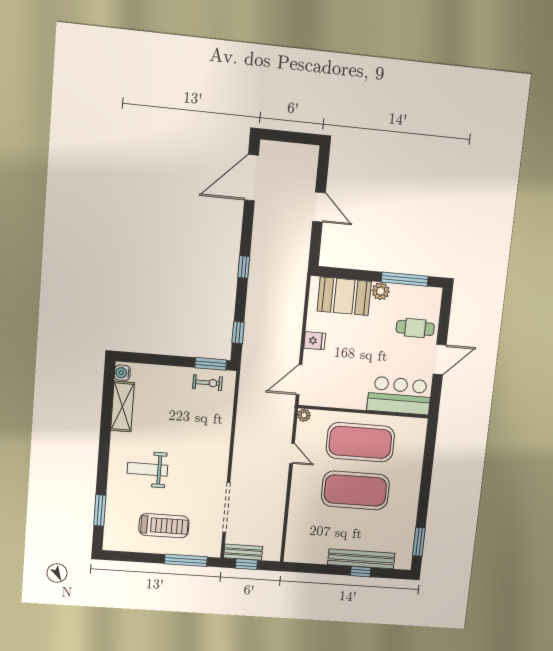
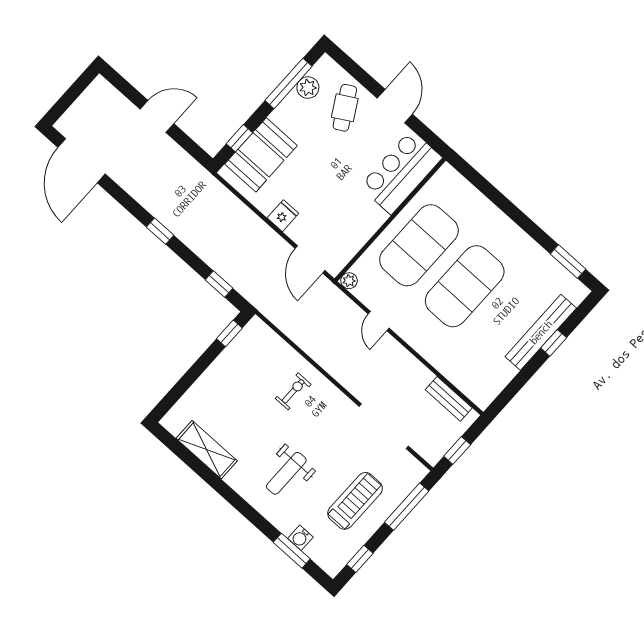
window: (345, 274) -> (239, 138), added
plant: (381, 291) -> (308, 88), moved
cafe table: (415, 328) -> (345, 108), turned -30
window: (211, 364) -> (229, 333), width x0.67
water cooler: (122, 373) -> (300, 538), moved
exercise bike: (208, 383) -> (293, 391), moved
door: (292, 453) -> (379, 321), swing flipped
bench: (243, 552) -> (449, 399), moved, turned 90
window: (129, 557) -> (360, 559), added

